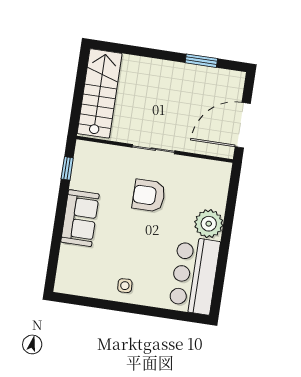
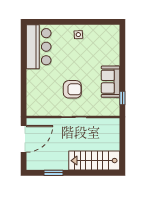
stairs: (100, 93) -> (94, 161), moved, turned 90
sofa: (80, 218) -> (111, 82), moved
plant: (209, 224) -> (35, 78), removed

